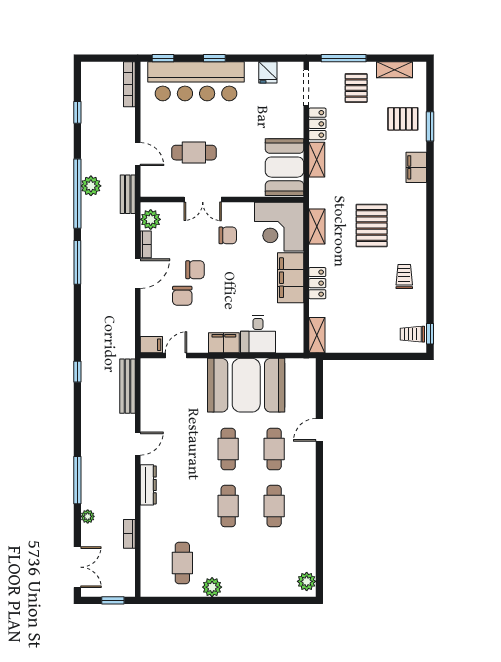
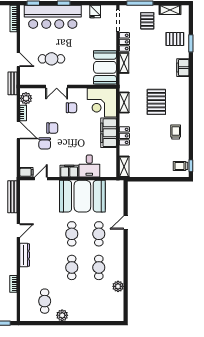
door: (138, 274) -> (18, 130), hinge flipped
plant: (307, 581) -> (118, 286), moved

